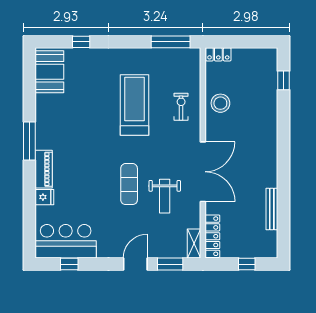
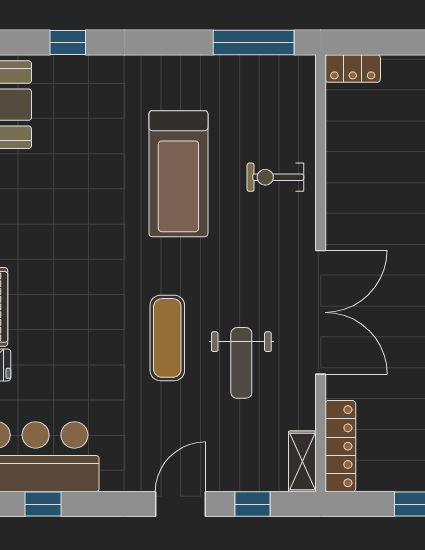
stool: (220, 103) -> (357, 170), removed
treadmill: (134, 105) -> (178, 174), turned 180
exercise bike: (181, 107) -> (275, 177), turned -90
window: (170, 264) -> (252, 504), width x0.67

